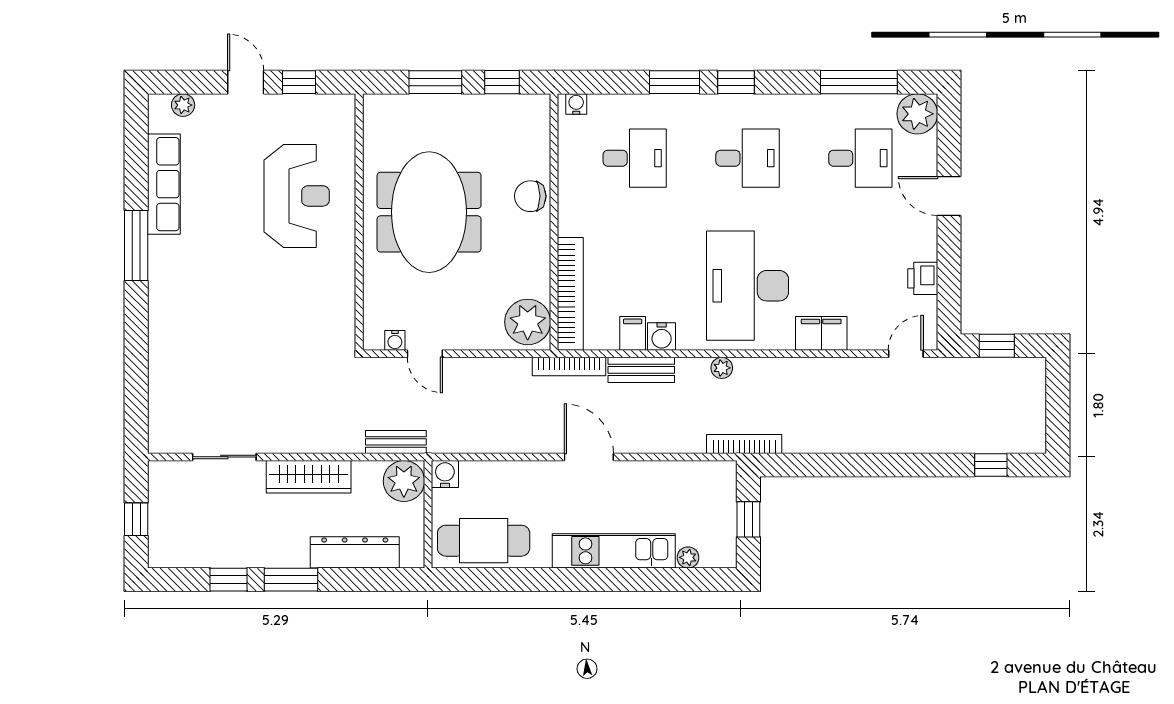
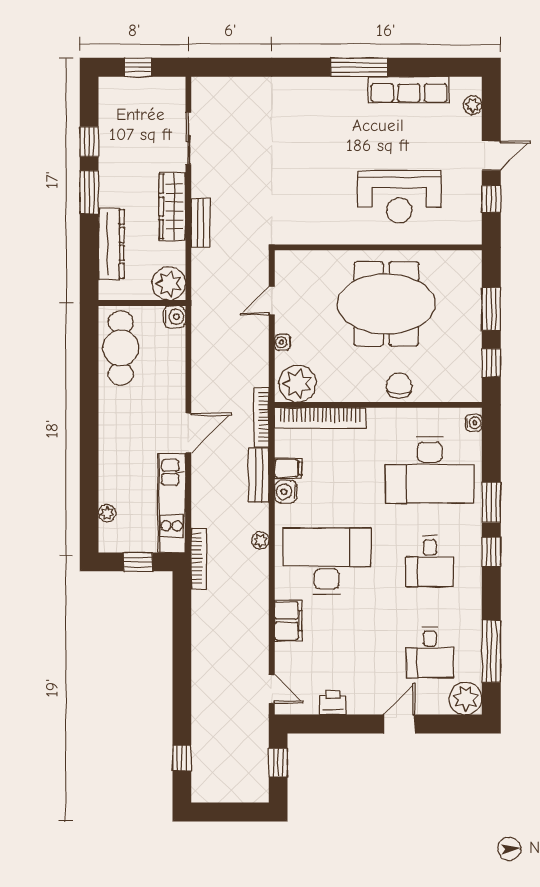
desk: (635, 158) -> (430, 470), width x1.87, depth x1.30
water cooler: (395, 340) -> (283, 342), moved
bench: (396, 442) -> (200, 223), moved
kitchen unit: (614, 551) -> (172, 503), moved, turned 180

